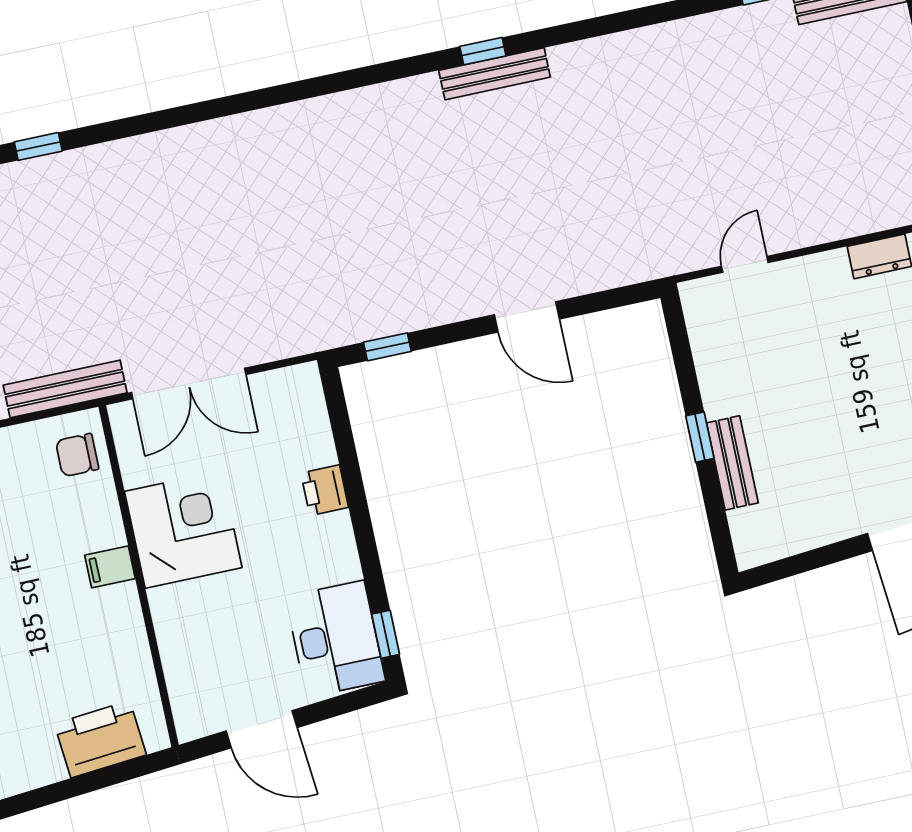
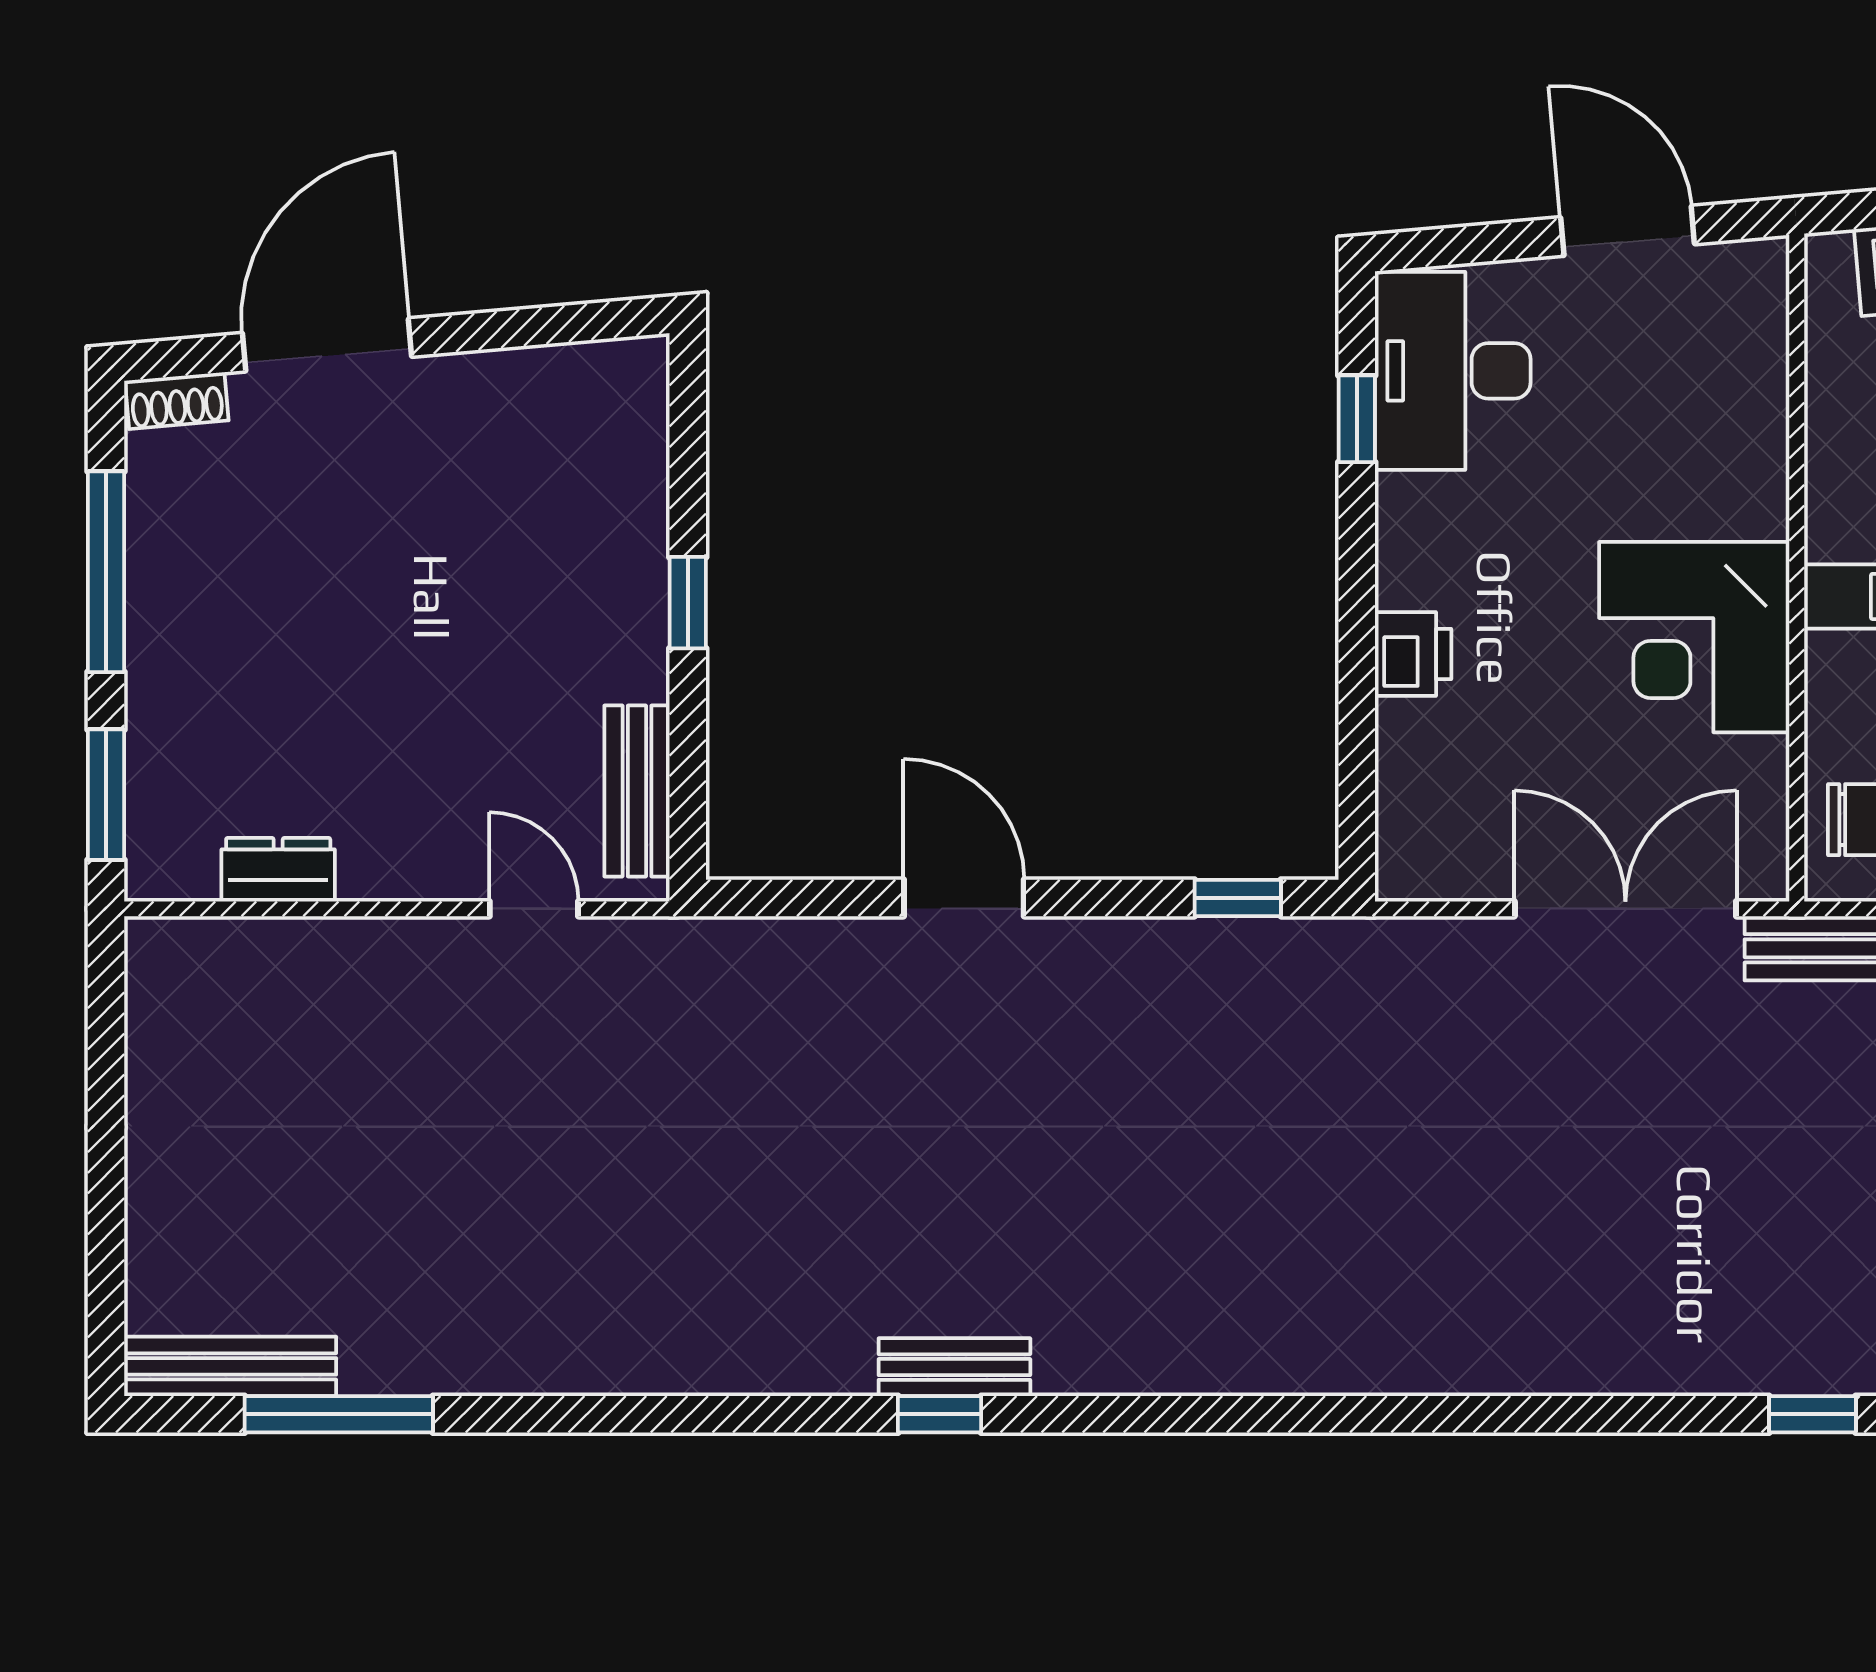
bench: (495, 74) -> (954, 1367), width x0.73
door: (745, 264) -> (534, 909), swing flipped
bench: (732, 463) -> (637, 791), moved
window: (386, 634) -> (1357, 419), moved

